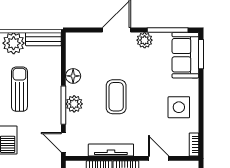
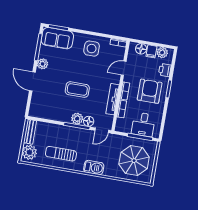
floor lamp: (73, 76) -> (89, 121), moved

